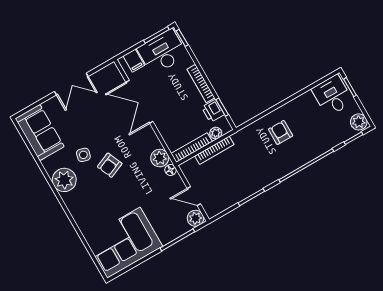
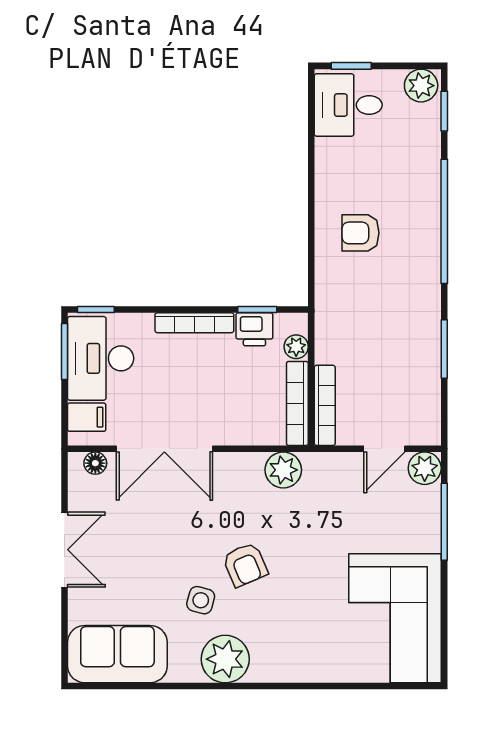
bookcase: (214, 150) -> (325, 405), moved
floor lamp: (171, 170) -> (95, 463), moved

